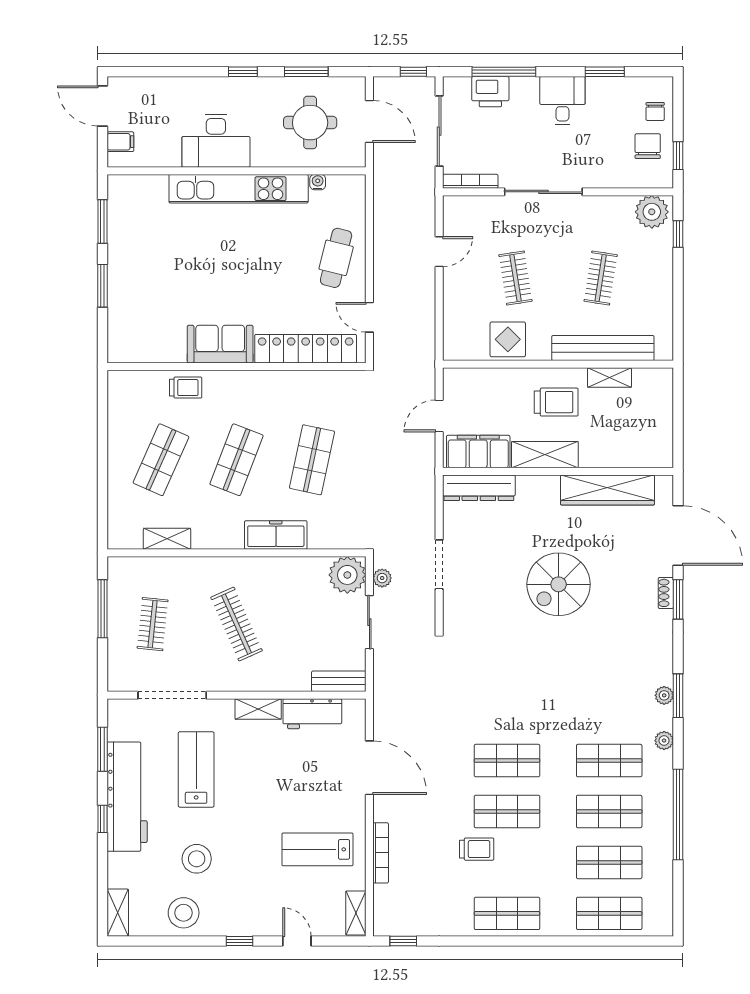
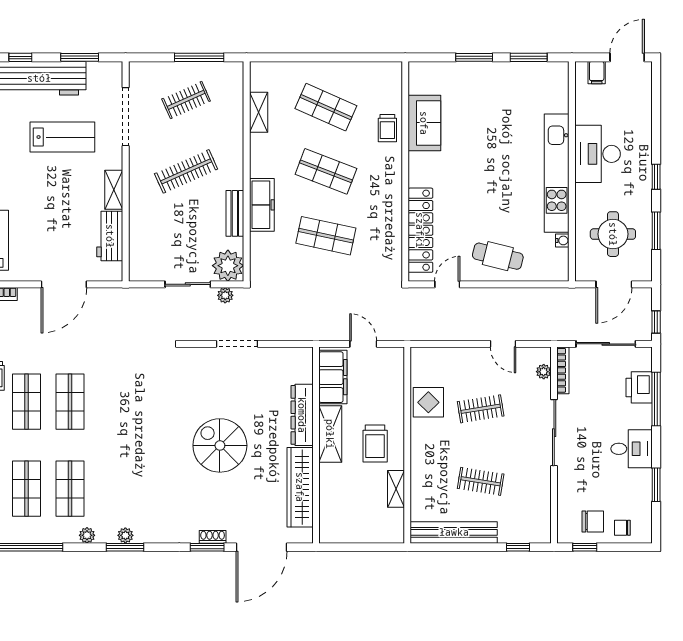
plant: (652, 212) -> (544, 372), moved, width x0.53, depth x0.53
sofa: (220, 344) -> (424, 123), moved
bench: (603, 348) -> (454, 532), moved, turned 90
dresser: (479, 488) -> (302, 415), moved
clothes rail: (153, 624) -> (186, 100), turned -30
bench: (339, 681) -> (235, 213), moved

